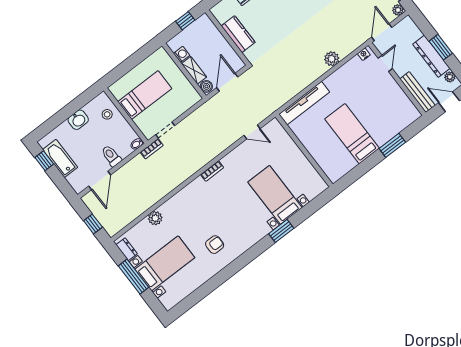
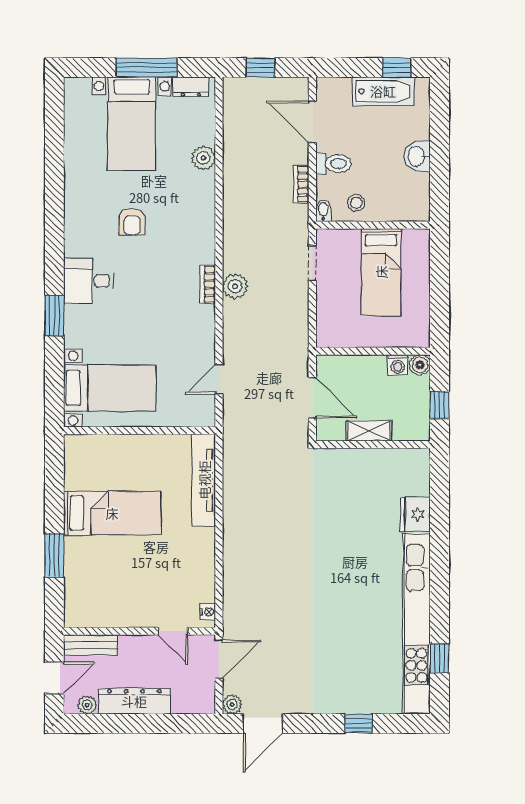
door: (382, 32) -> (219, 659), hinge flipped
kitchen counter: (238, 34) -> (366, 463), removed
window: (441, 47) -> (137, 723), removed
plant: (332, 59) -> (235, 286), moved
shelving: (194, 70) -> (369, 431), moved
boiler: (206, 86) -> (420, 365), moved
bench: (417, 92) -> (91, 645), width x0.73
stool: (107, 114) -> (356, 203), moved
bookcase: (152, 149) -> (301, 184), moved
bed with nightstands: (275, 195) -> (110, 388), moved
desk: (253, 227) -> (88, 281), added
armchair: (215, 245) -> (132, 222), moved

